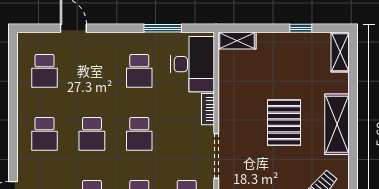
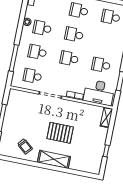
shelving: (340, 52) -> (90, 168), removed

